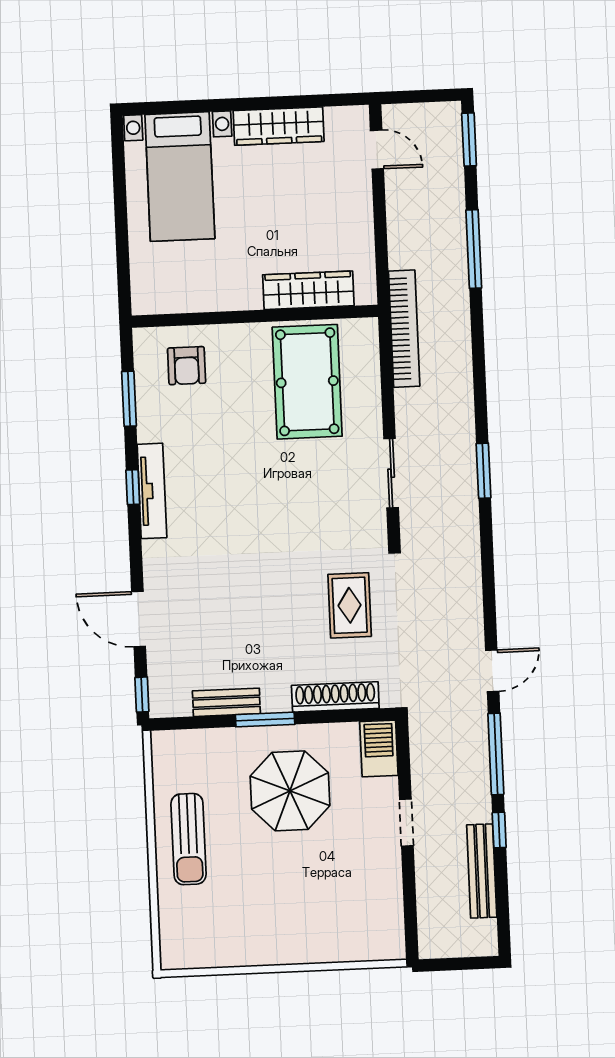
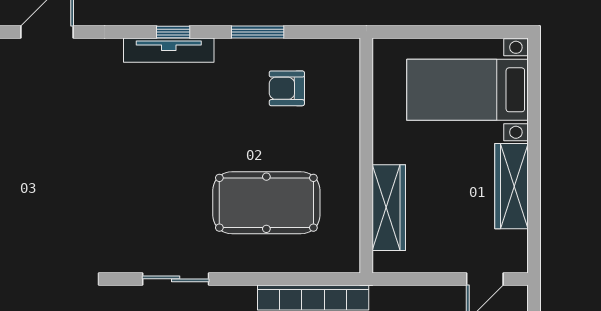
wardrobe: (308, 290) -> (389, 208), moved
wall: (255, 316) -> (366, 155), moved
rug: (350, 605) -> (51, 234), removed

